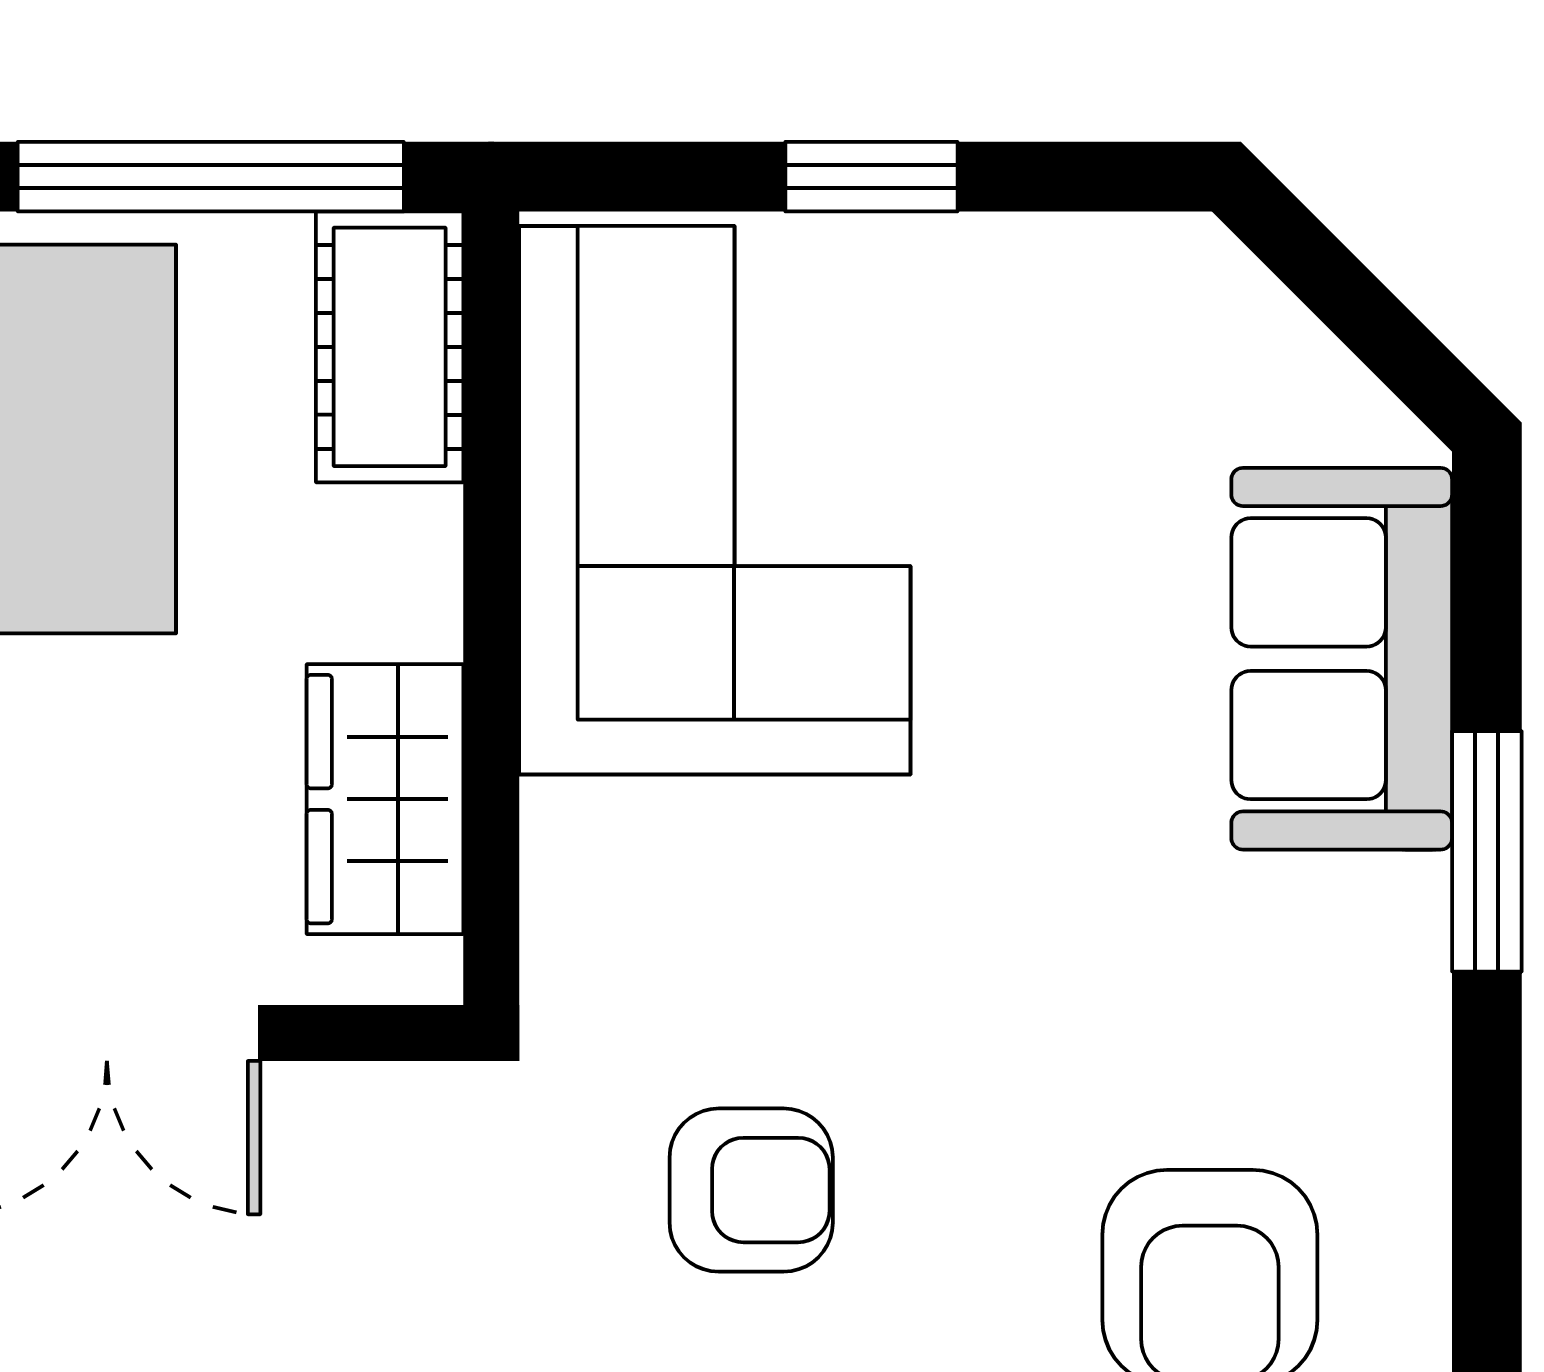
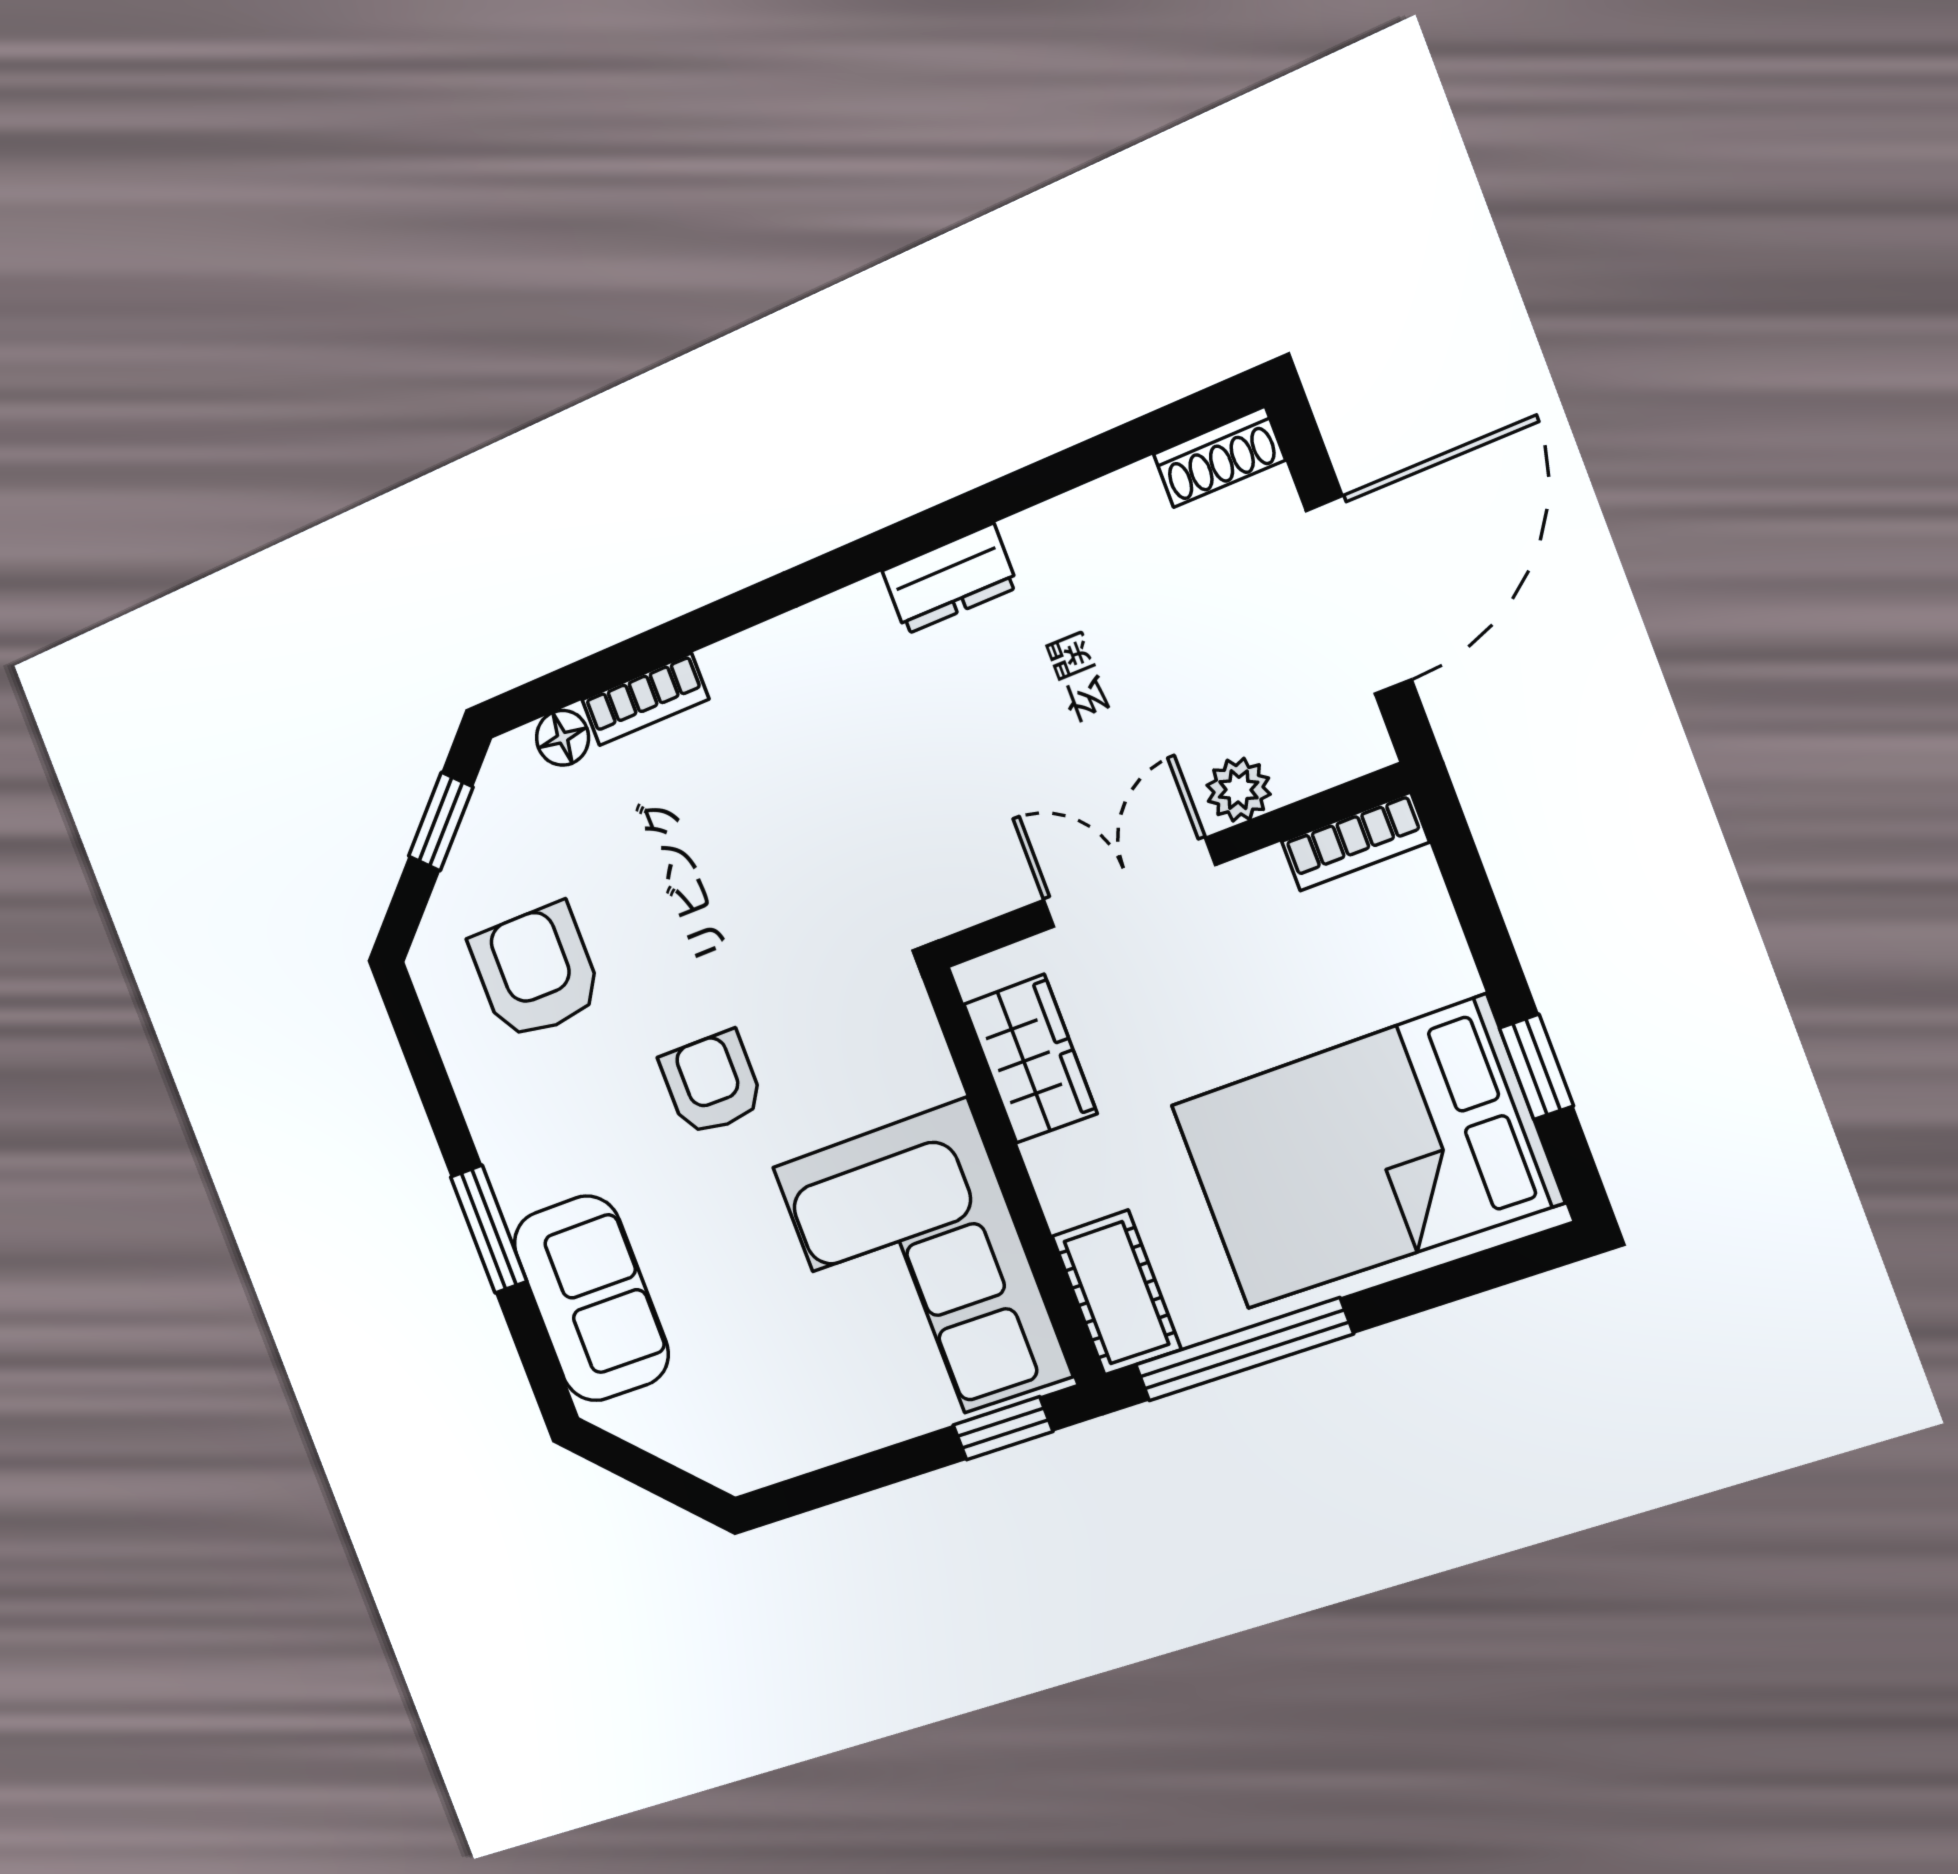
window: (871, 177) -> (1003, 1428), moved
armchair: (751, 1190) -> (712, 1083), moved, turned 90

